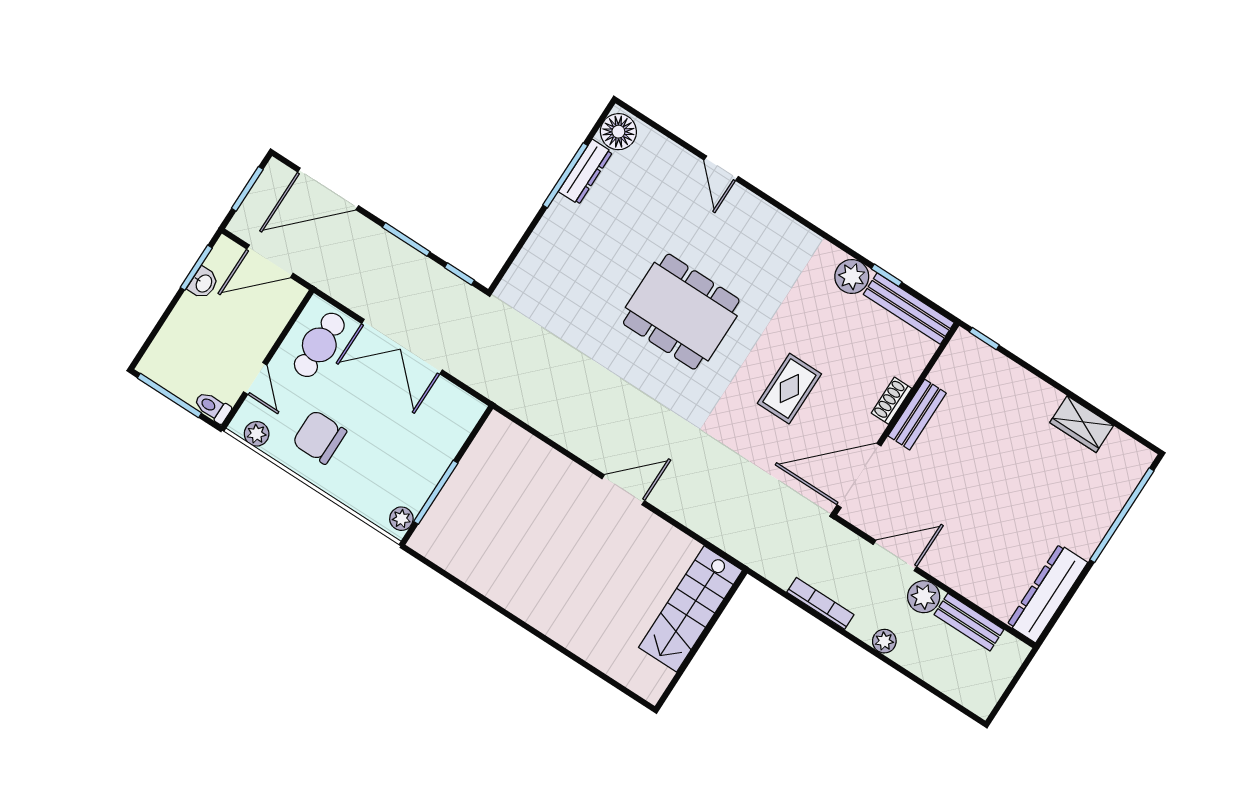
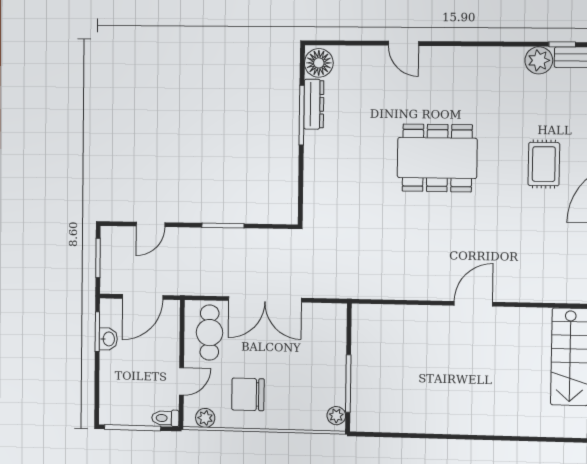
door: (328, 189) -> (151, 224), width x0.53
window: (459, 274) -> (273, 226), removed
door: (255, 378) -> (181, 381), hinge flipped

